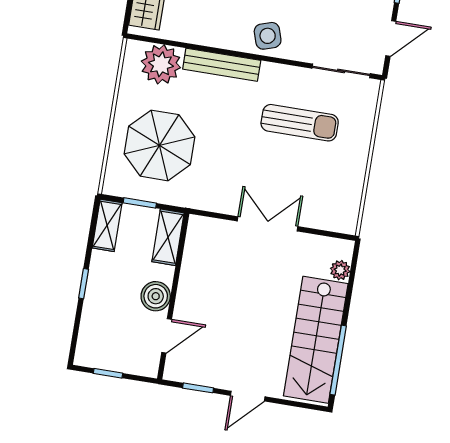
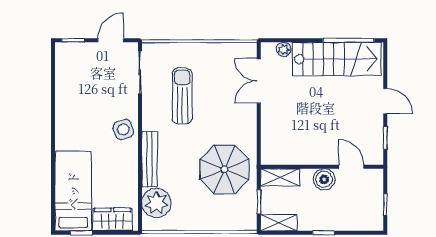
door: (391, 38) -> (111, 40), hinge flipped
parasol: (160, 145) -> (224, 169), moved
double door: (267, 224) -> (259, 81), moved

